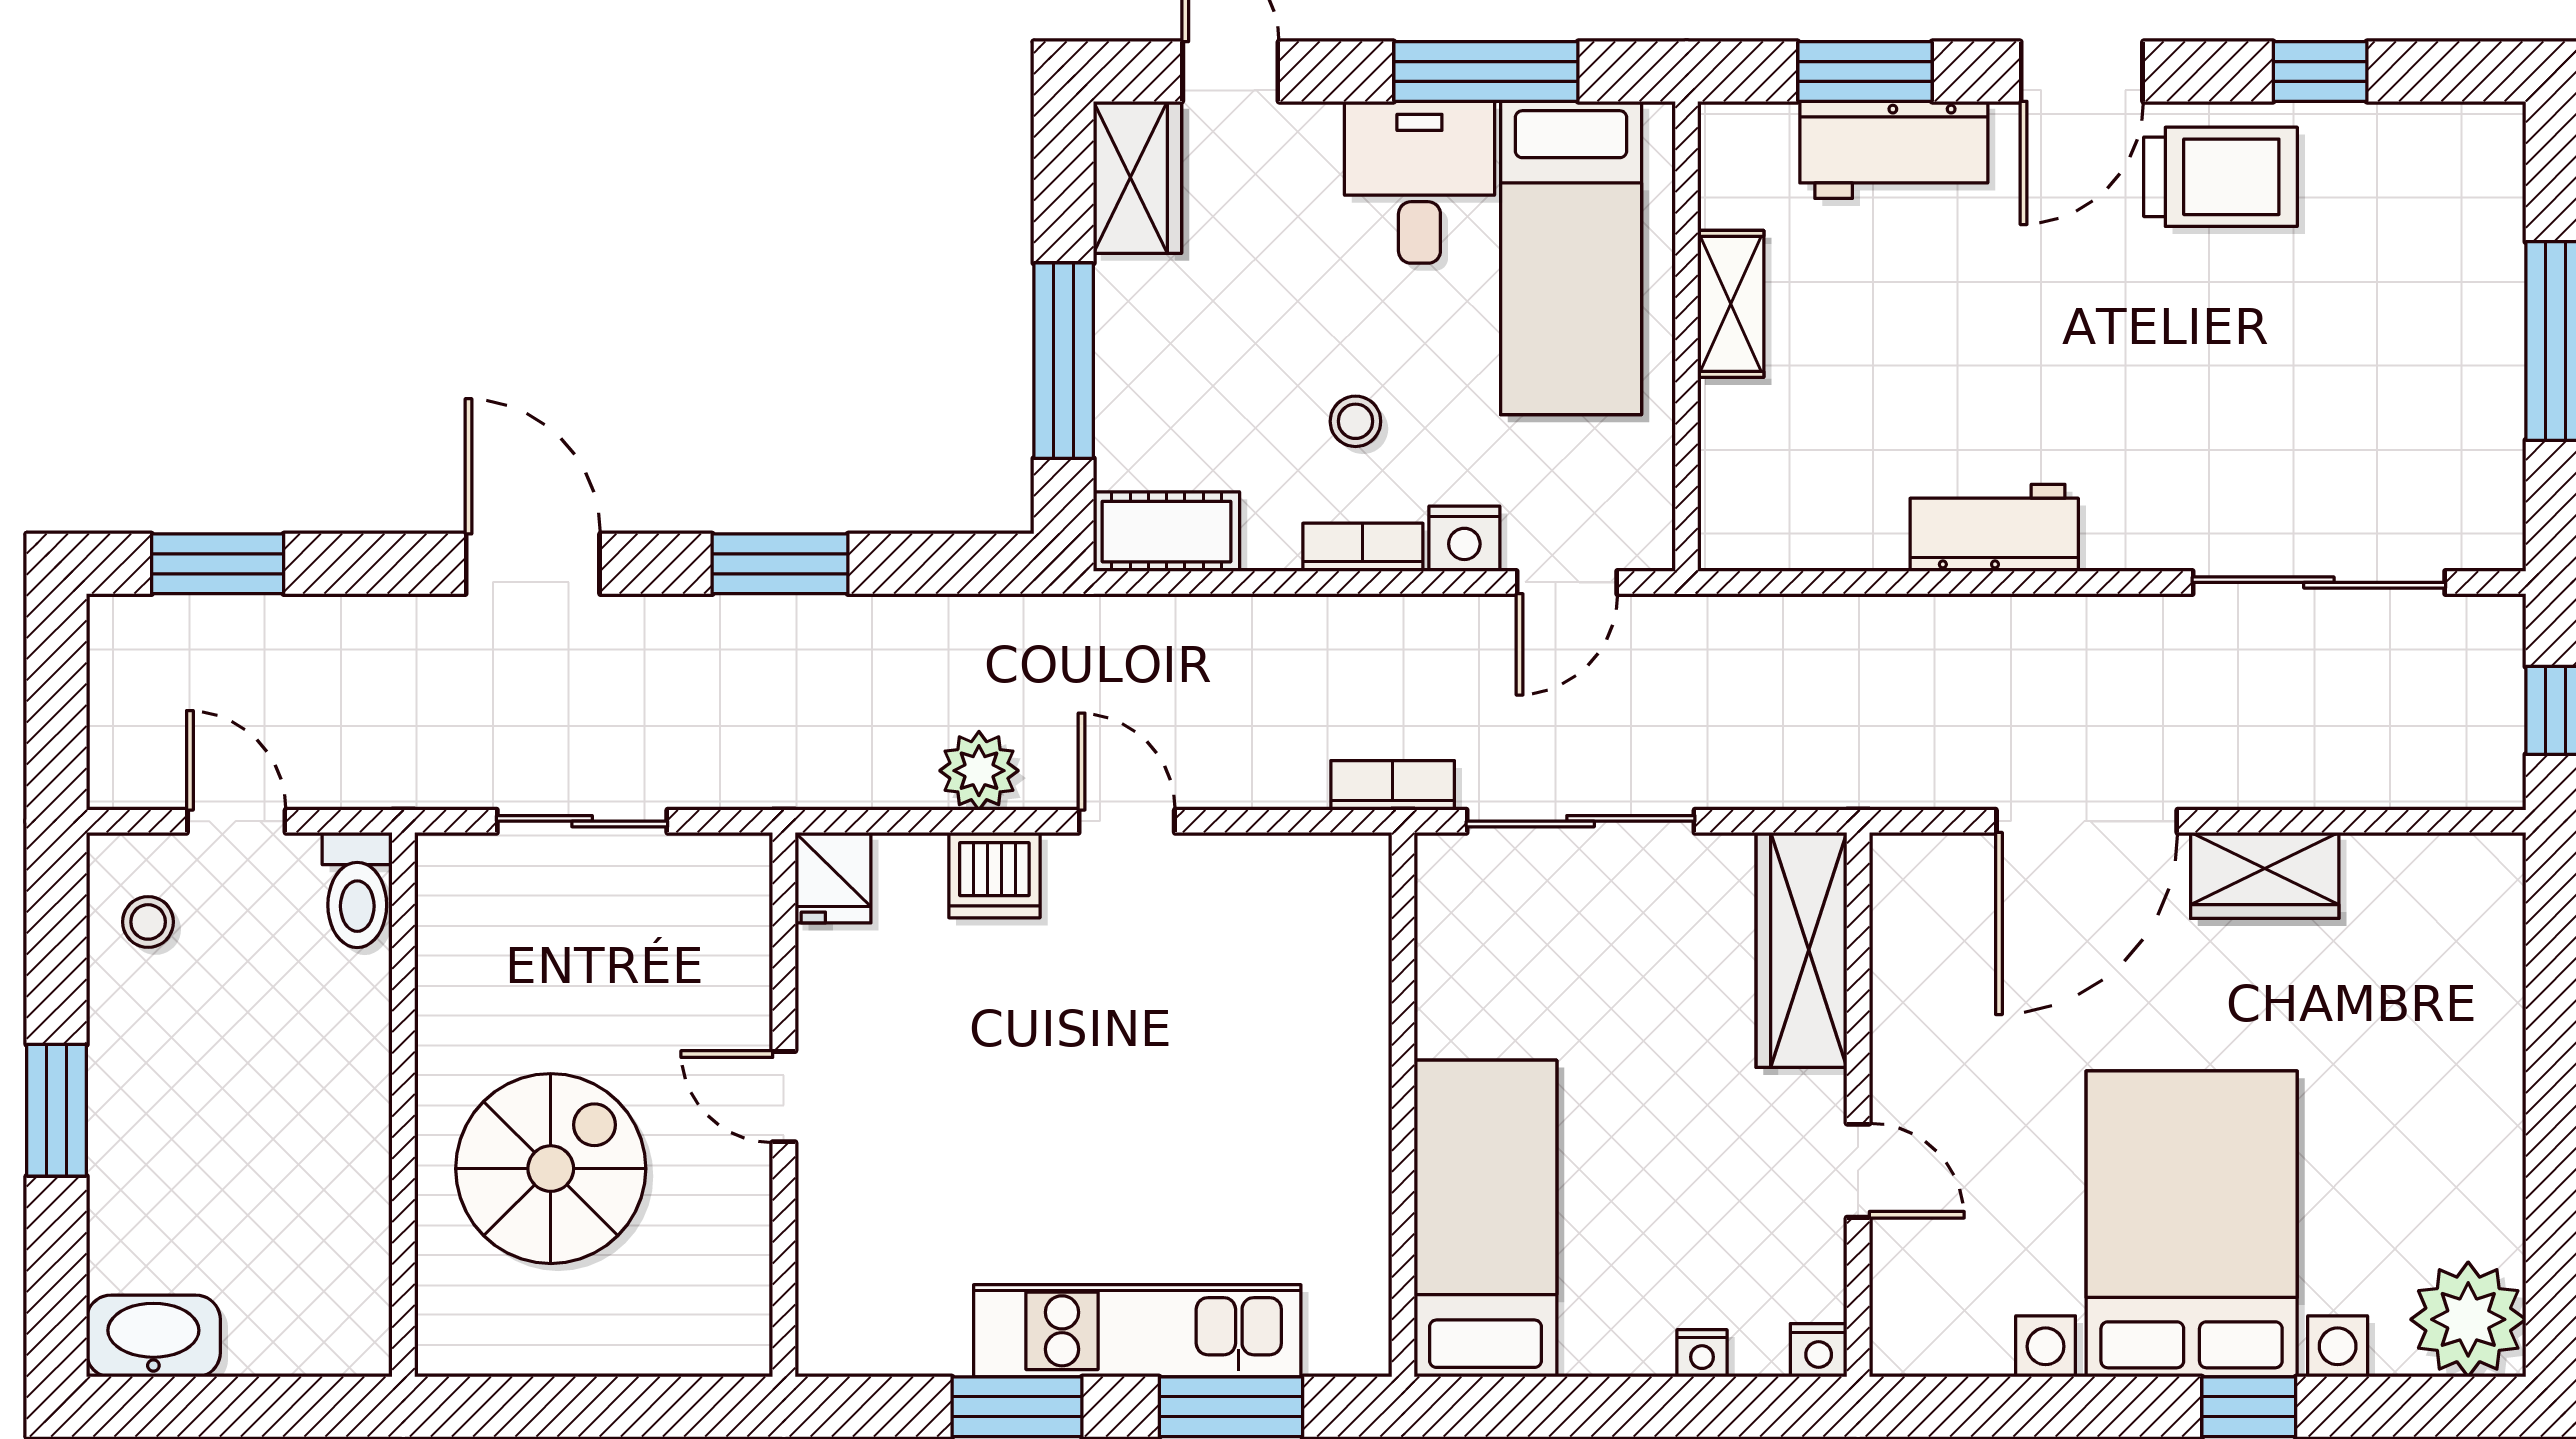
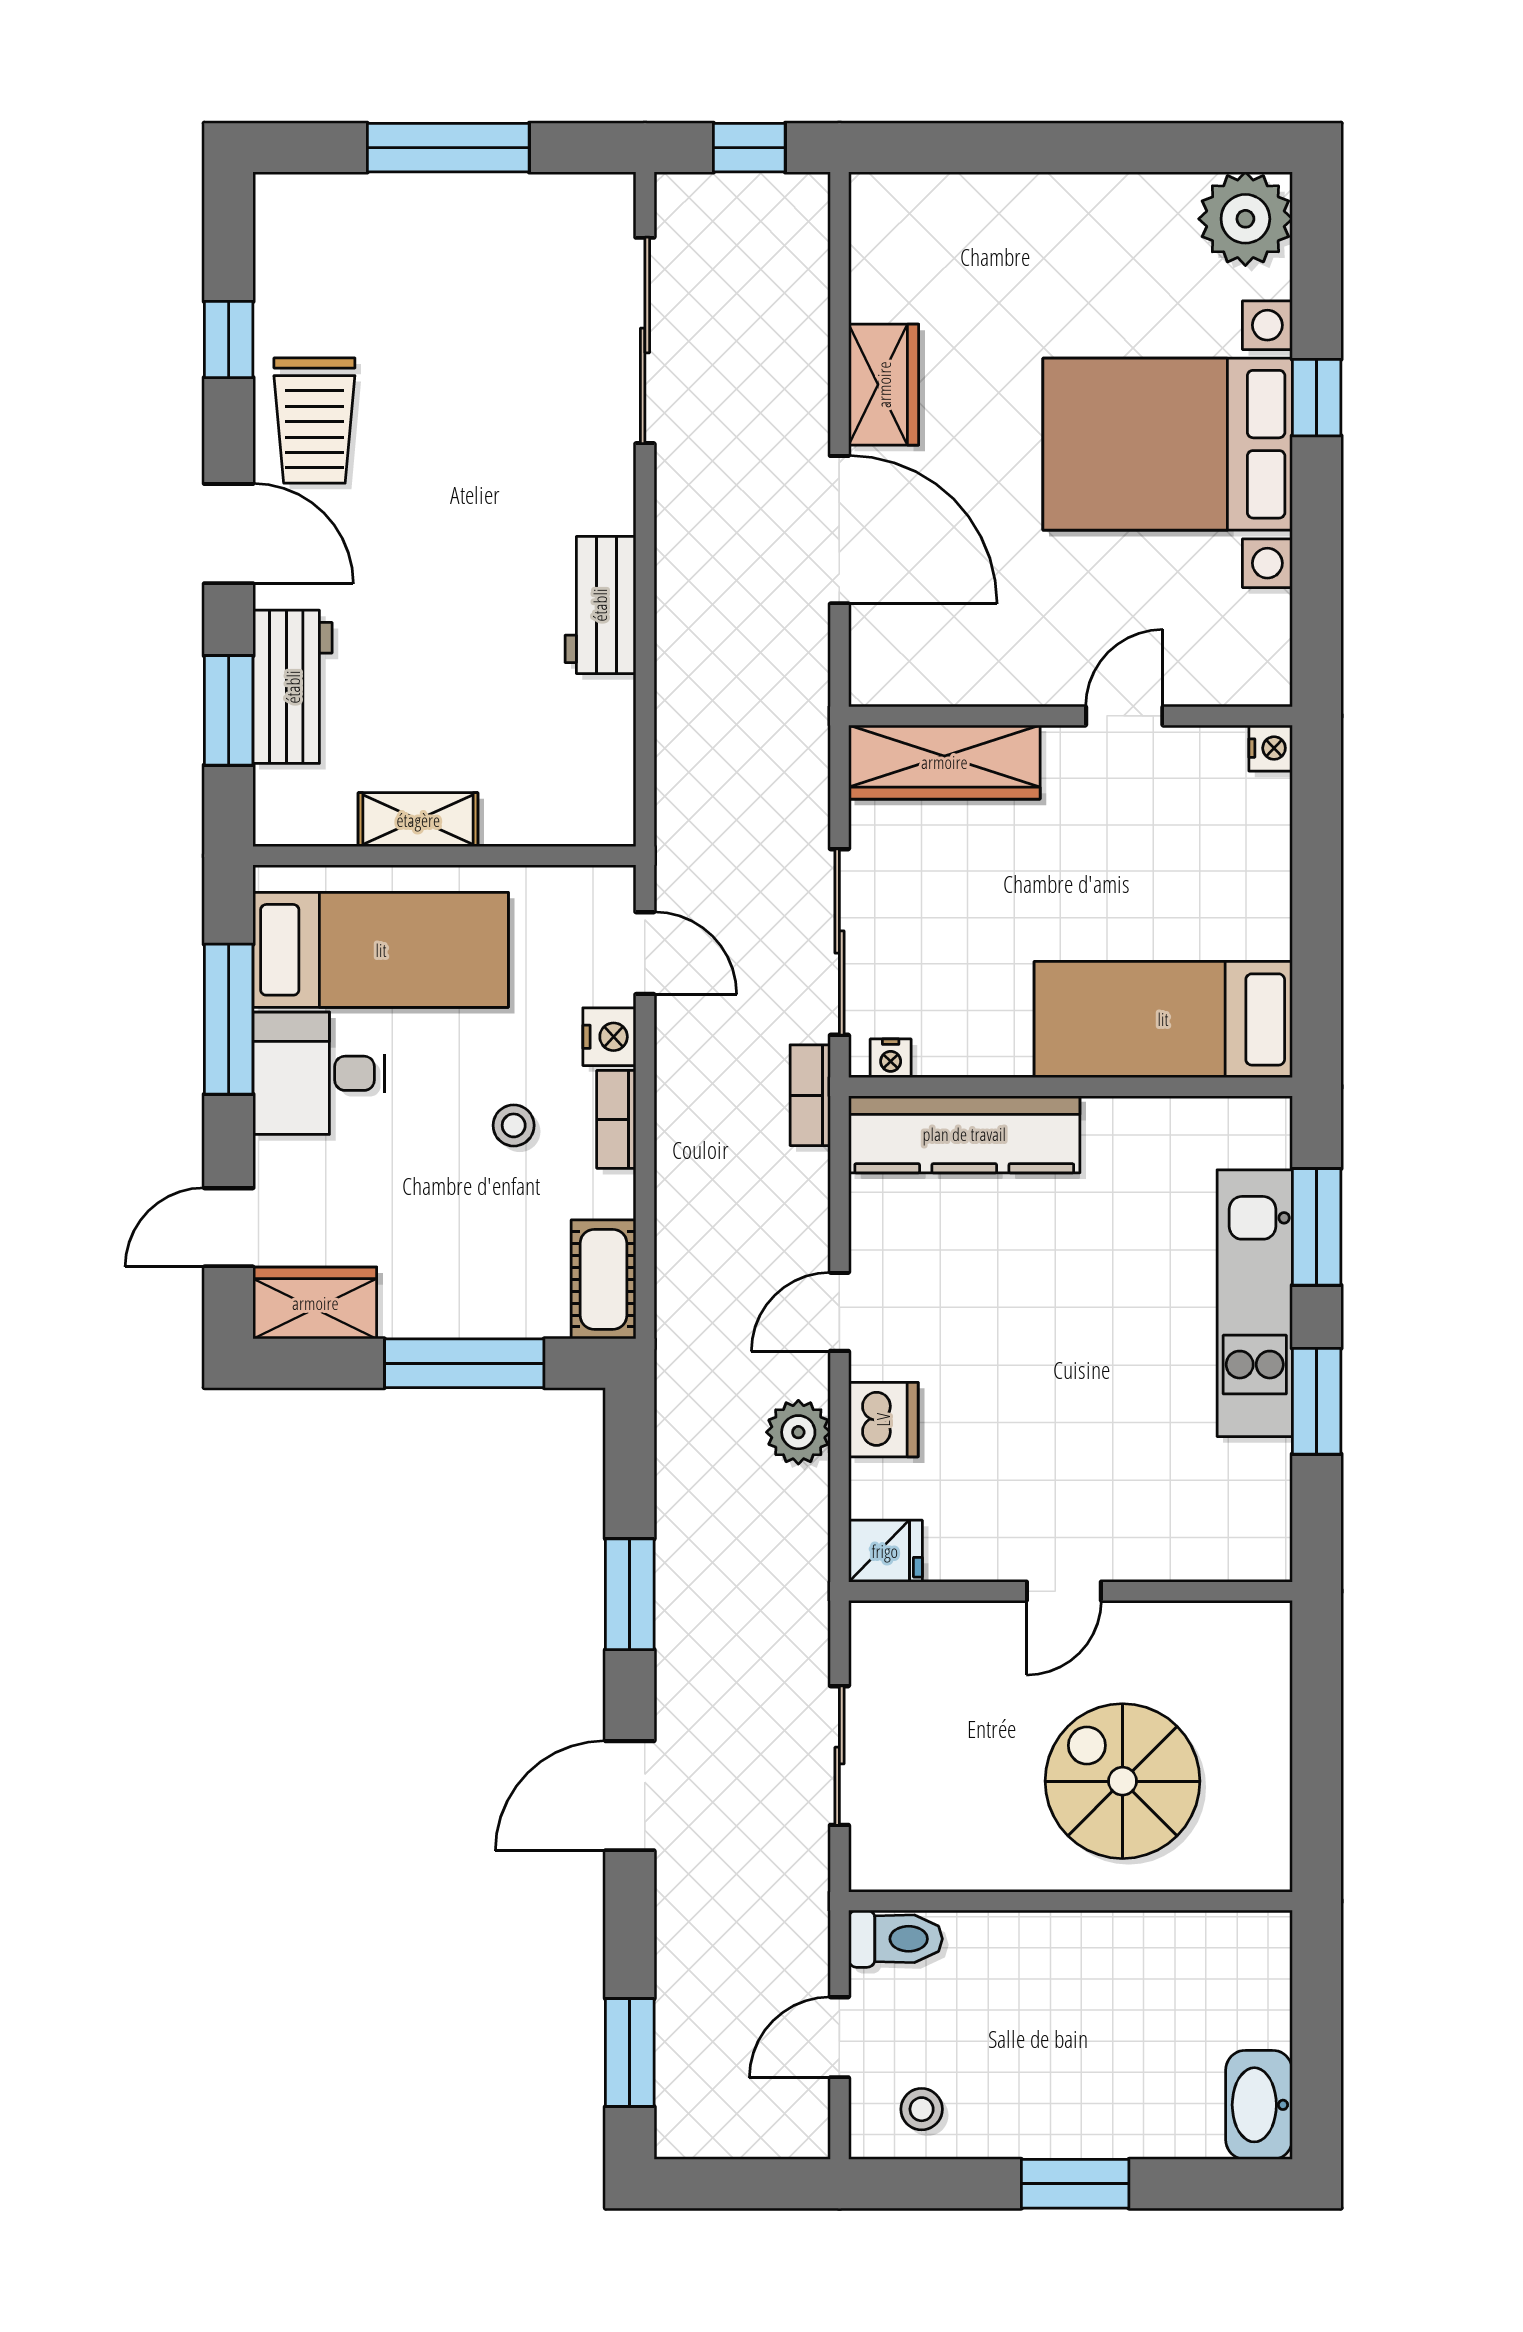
trolley: (2221, 177) -> (314, 421), turned 180
kitchen counter: (1345, 974) -> (964, 1134), added
nightstand: (1702, 1353) -> (891, 1058), moved, turned 90

